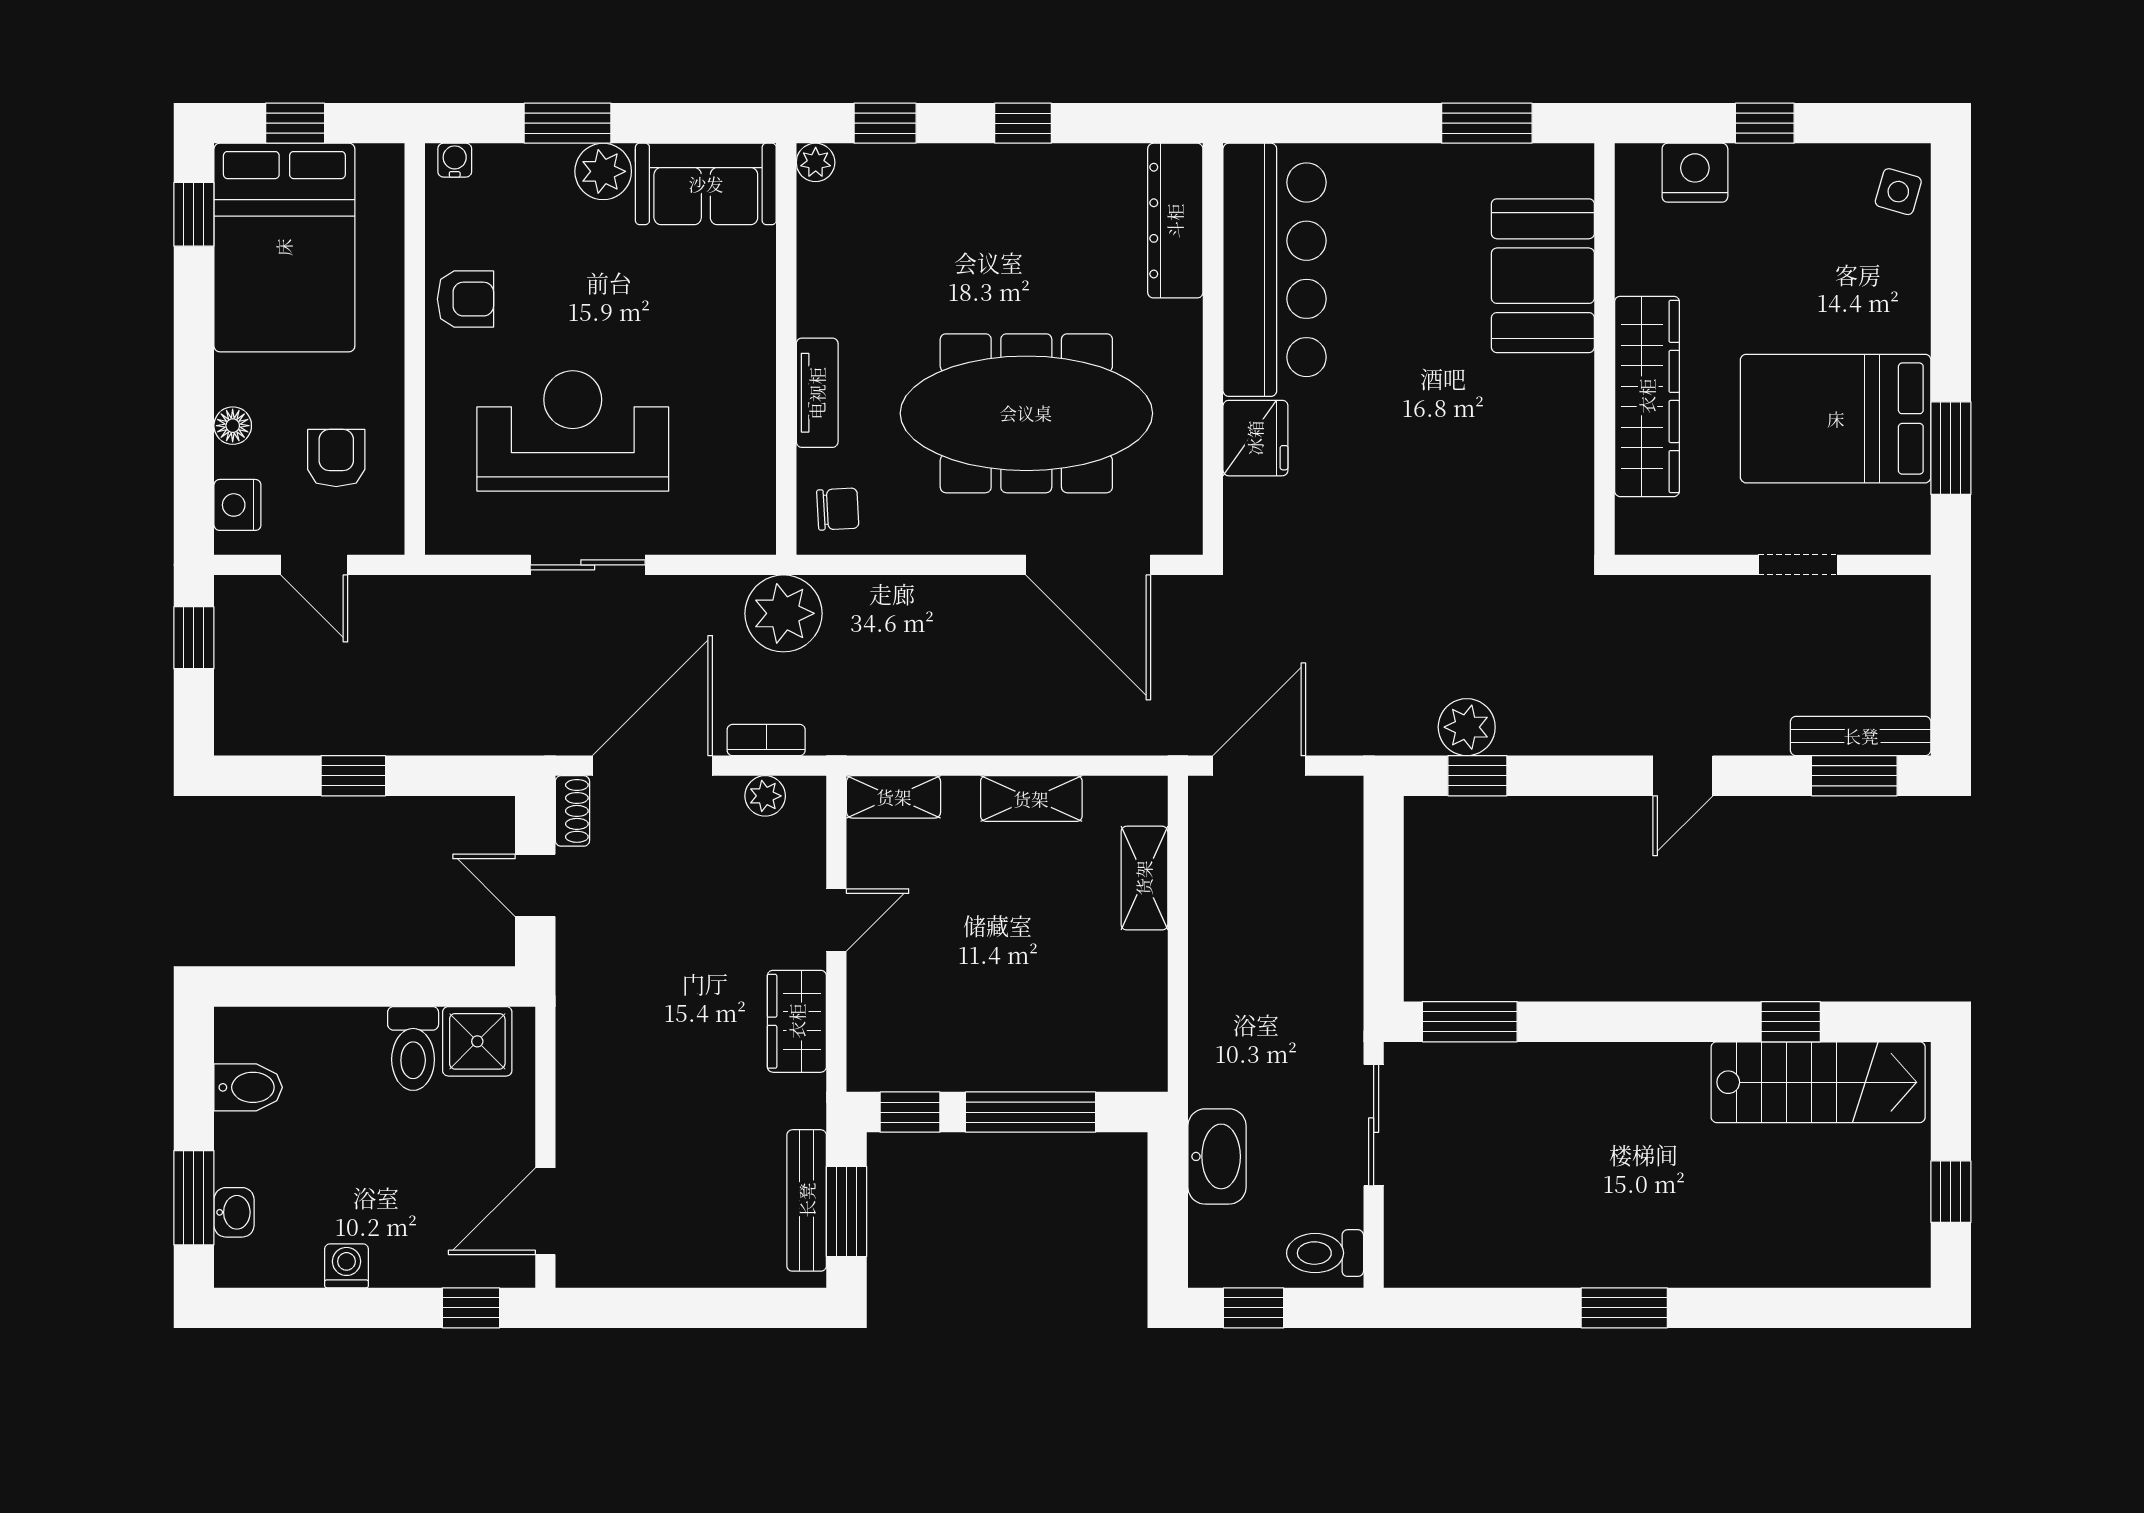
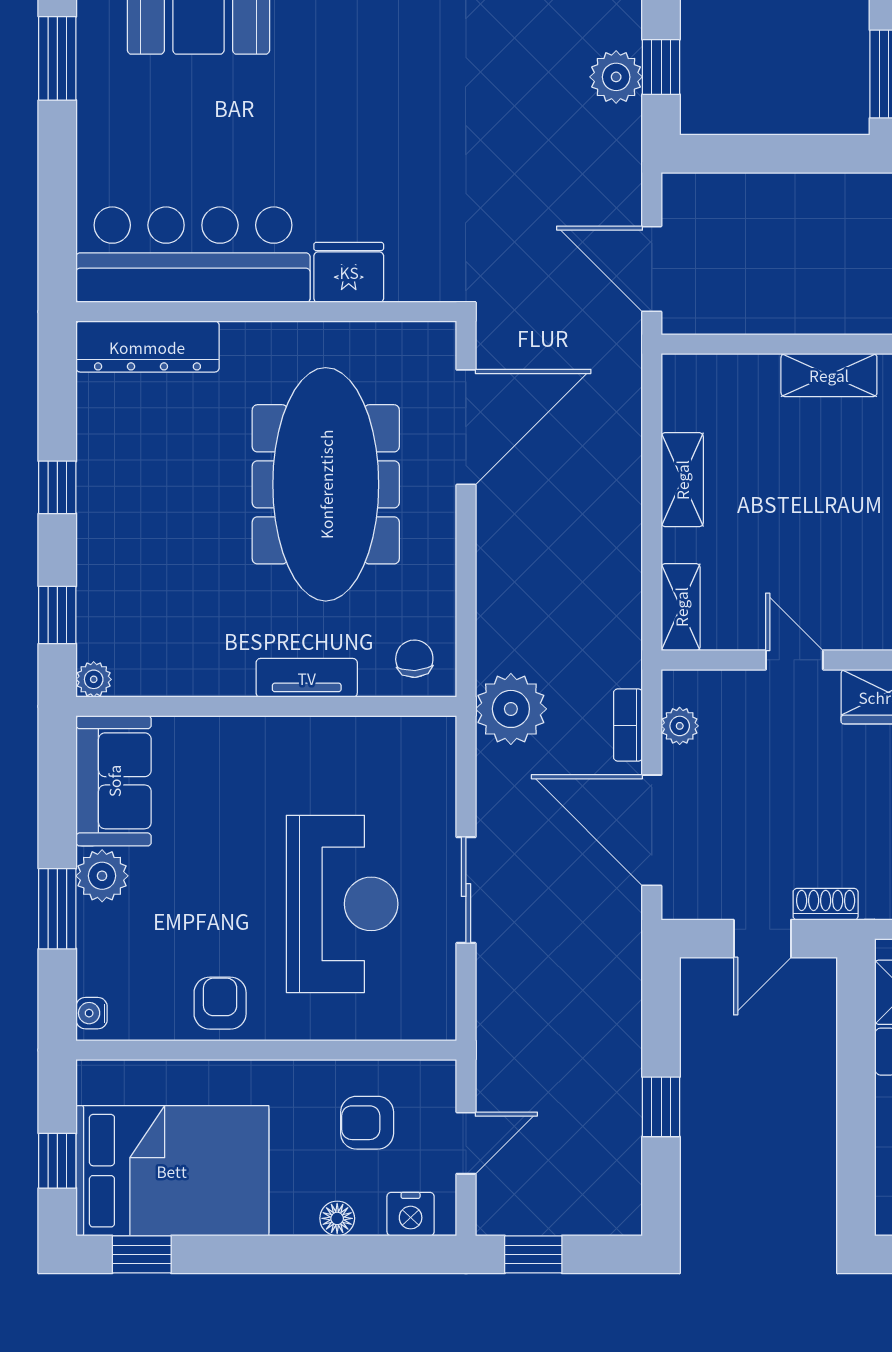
reception desk: (573, 431) -> (342, 904), turned 180
shoe rack: (572, 811) -> (826, 904), moved
shelving: (1144, 878) -> (829, 375), moved

